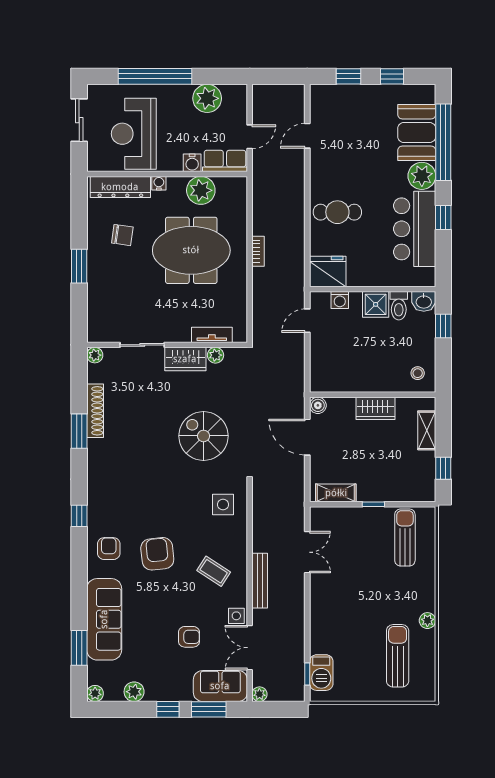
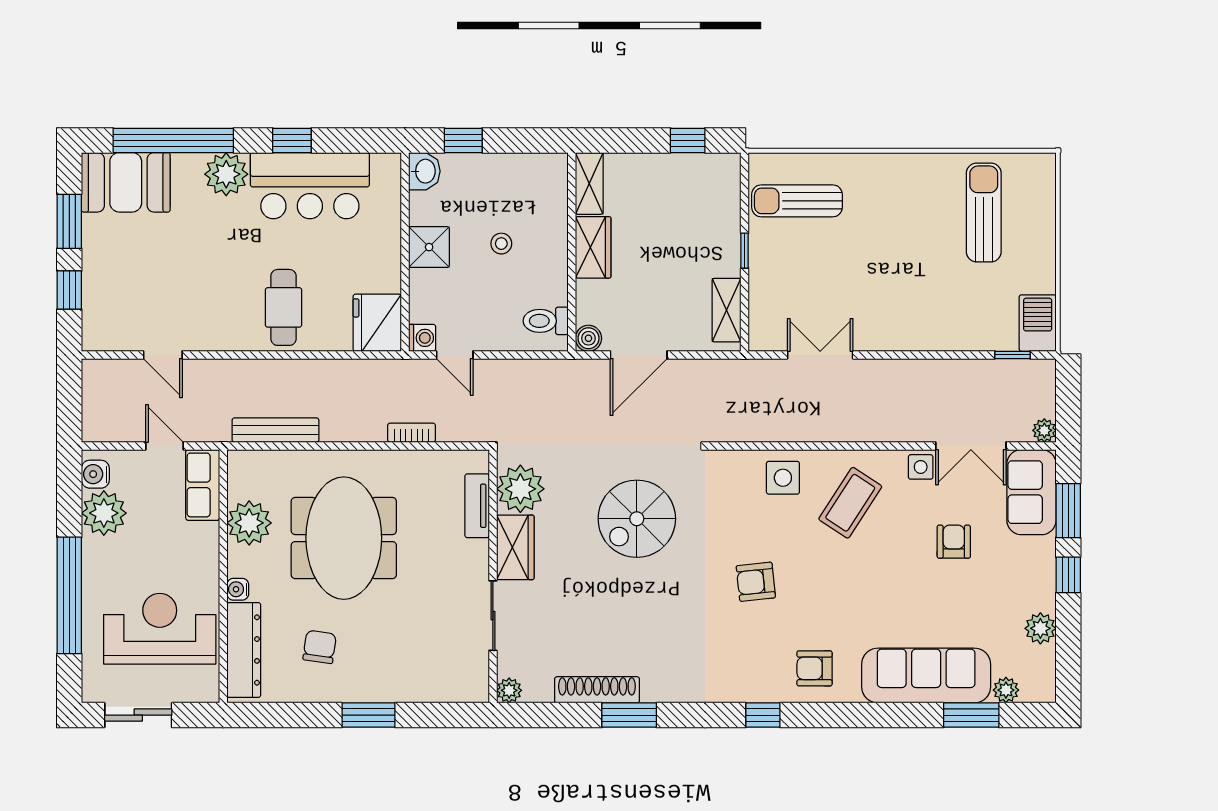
window: (392, 76) -> (69, 221), width x1.50
booth: (417, 132) -> (126, 182), moved
reception desk: (134, 134) -> (160, 629), turned 180
water cooler: (192, 163) -> (95, 474), moved, turned 180
bookcase: (258, 251) -> (412, 433), moved
washing machine: (340, 300) -> (422, 338), moved
toilet: (399, 306) -> (546, 321), moved, turned 180
plant: (215, 355) -> (520, 489), width x1.88, depth x1.88
stool: (418, 373) -> (501, 244), moved
shelving: (427, 430) -> (589, 183), moved, turned 90
side table: (223, 505) -> (783, 478), moved
armchair: (157, 554) -> (756, 582), moved, width x0.72, depth x0.72
coffee table: (214, 571) -> (850, 503), width x1.36, depth x1.30
bench: (260, 581) -> (275, 430), moved
plant: (427, 621) -> (928, 165), removed
sun lounger: (398, 656) -> (984, 212), turned 90
barbecue: (321, 673) -> (1038, 323), moved, turned -90
plant: (95, 693) -> (1006, 690), moved

